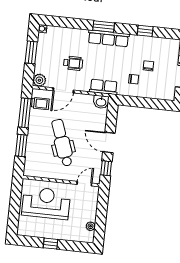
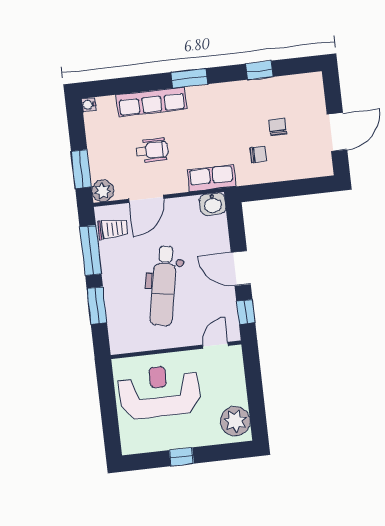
row of seats: (108, 38) -> (152, 102), moved
window: (31, 52) -> (81, 169), moved
dental chair: (62, 143) -> (163, 286), turned -149
plant: (91, 226) -> (235, 421), width x1.88, depth x1.88

